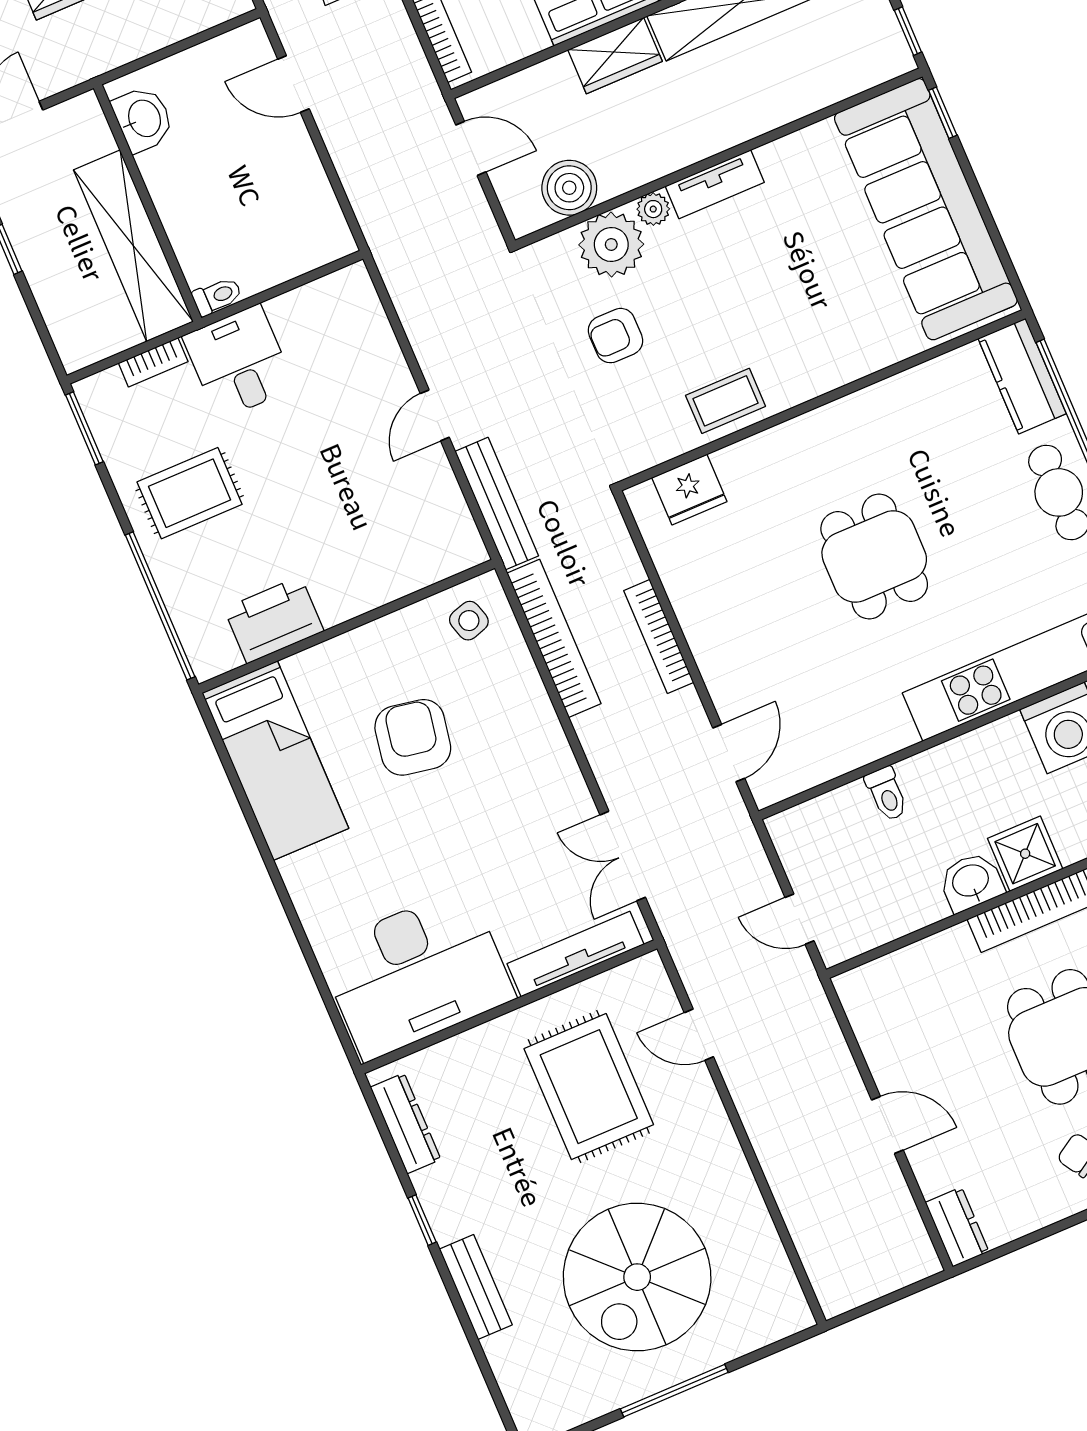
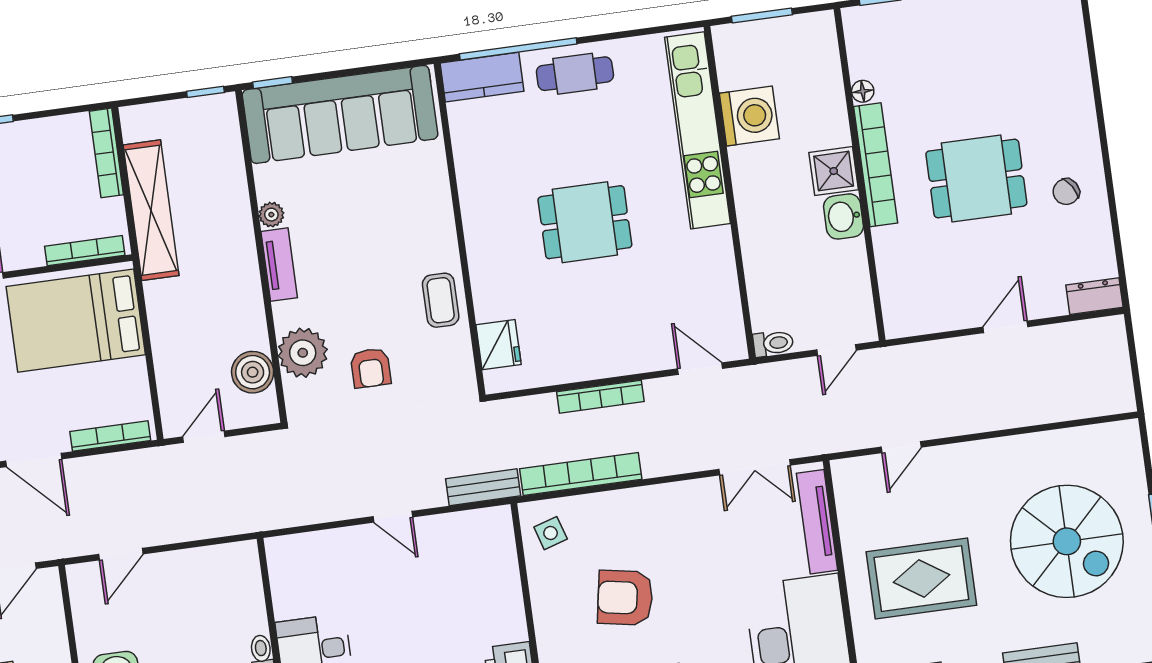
wardrobe: (615, 56) -> (165, 312), removed
plant: (653, 209) -> (271, 215), moved
bench: (497, 504) -> (483, 487), width x0.73
toilet: (887, 794) -> (773, 343), moved
rug: (589, 1087) -> (921, 579), moved

